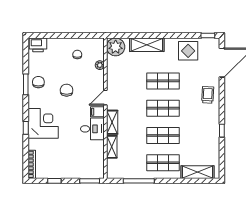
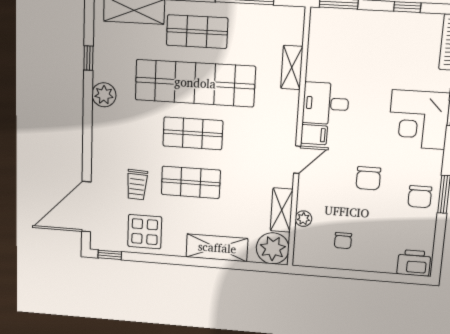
trolley: (208, 95) -> (137, 185), moved
shelving: (112, 122) -> (282, 210), moved
plant: (213, 126) -> (104, 95), added
window: (222, 131) -> (88, 58), moved
shop shelf: (163, 135) -> (195, 83), width x2.00, depth x1.36

